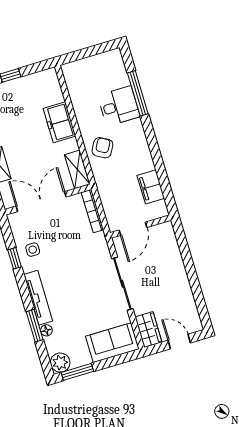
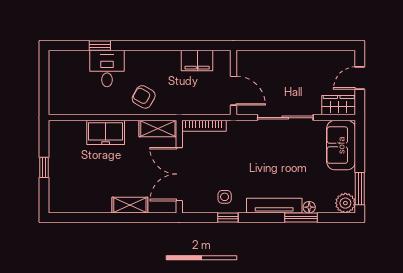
window: (138, 93) -> (100, 46), width x0.46

